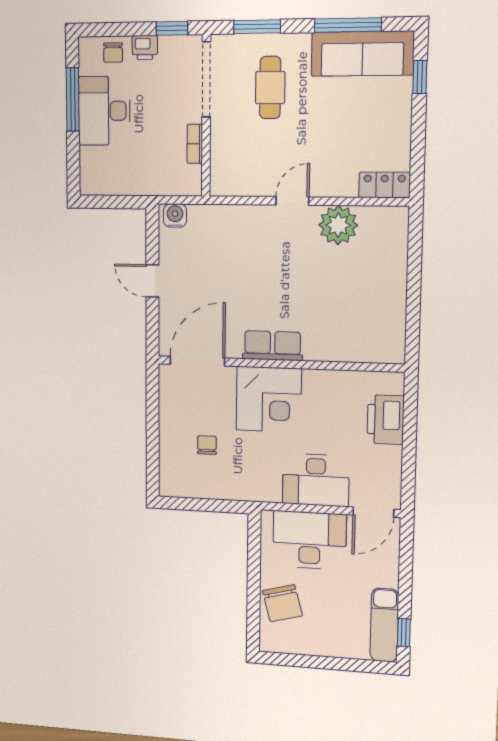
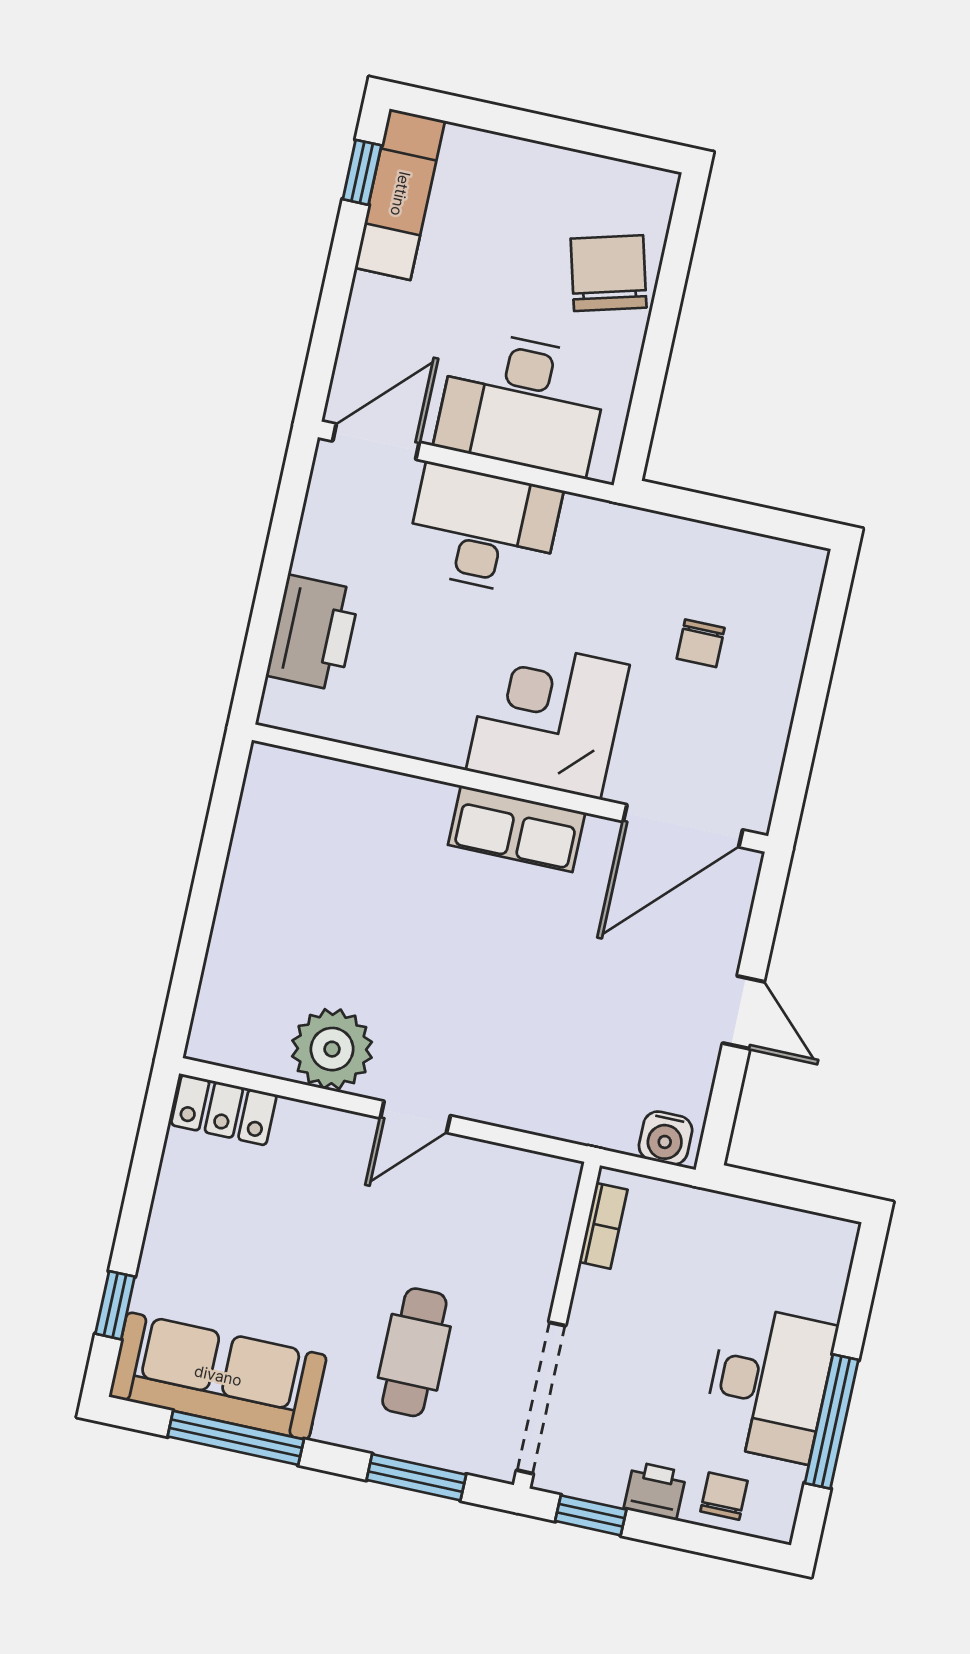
bookcase: (195, 144) -> (603, 1226), moved

